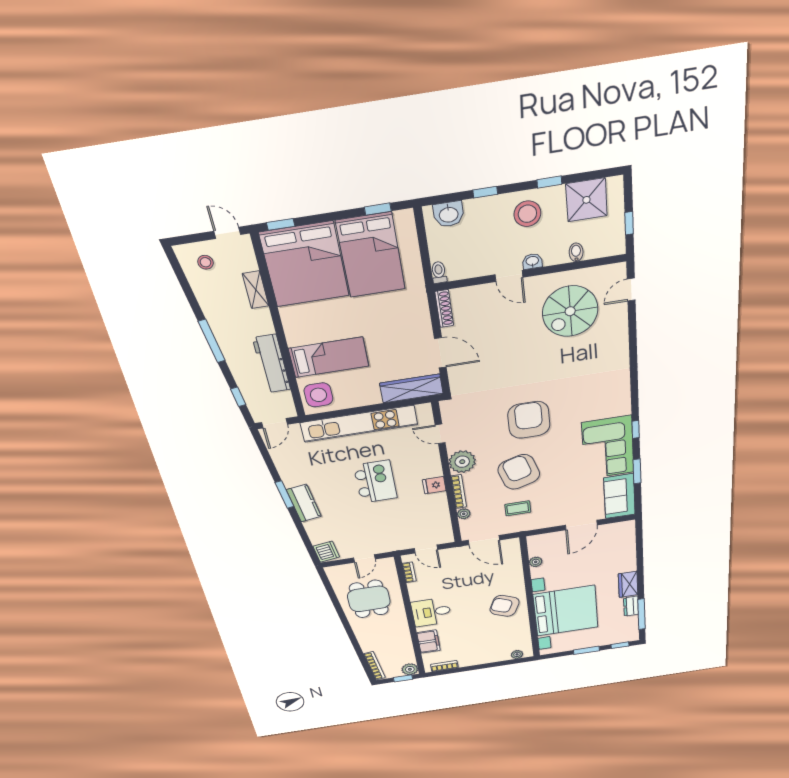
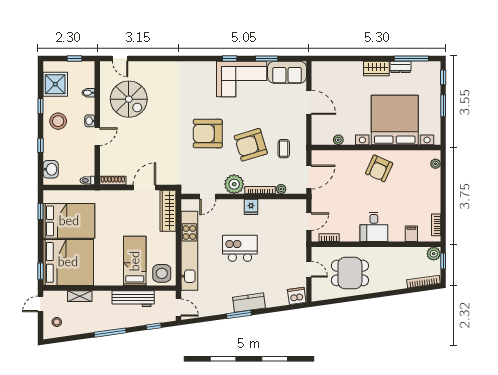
filing cabinet: (429, 642) -> (411, 234), width x0.50

